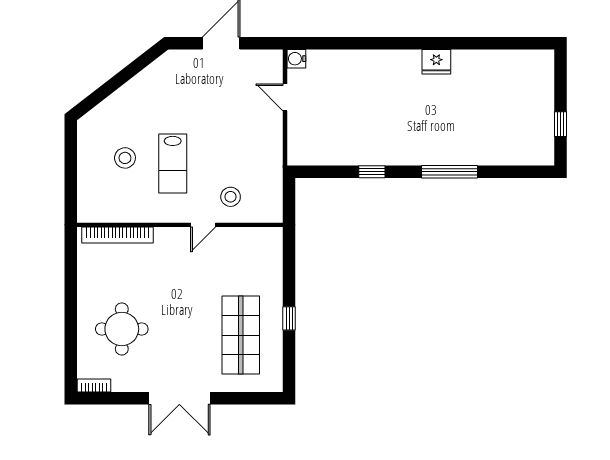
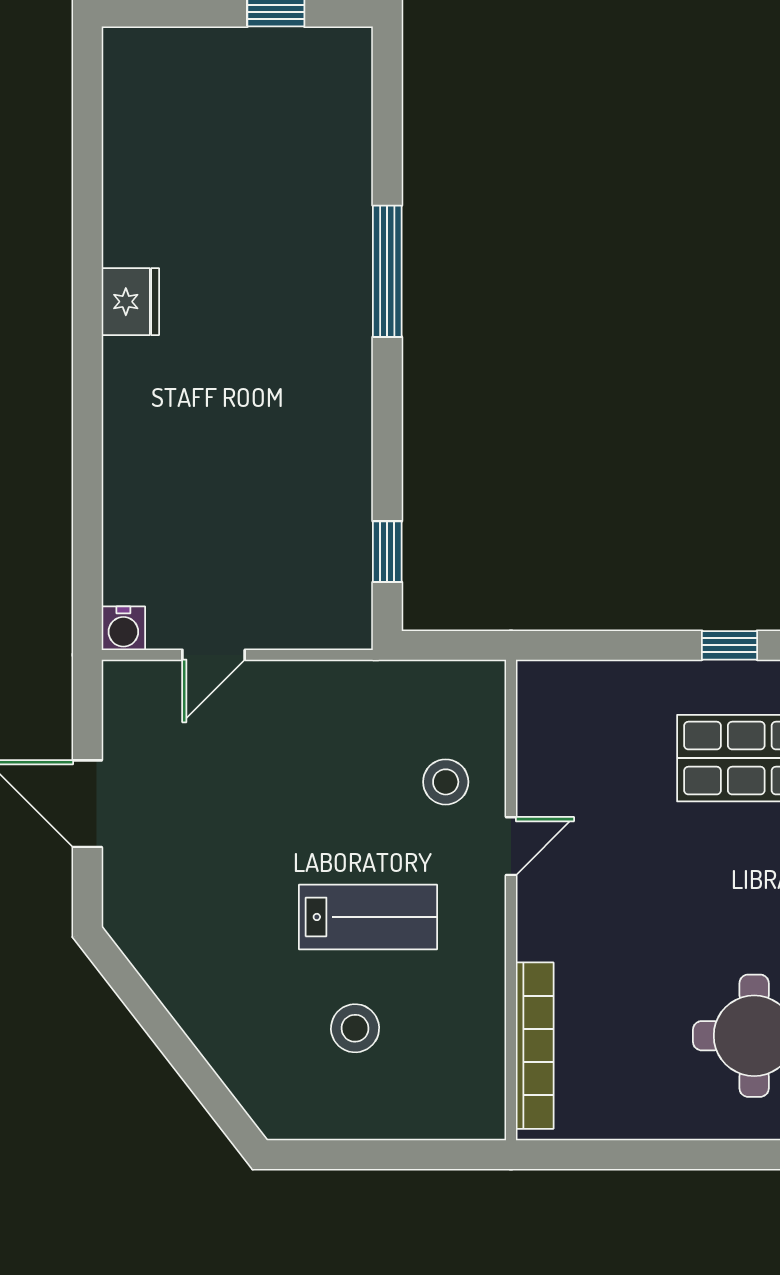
window: (372, 172) -> (387, 552), moved
door: (203, 225) -> (511, 846), hinge flipped

